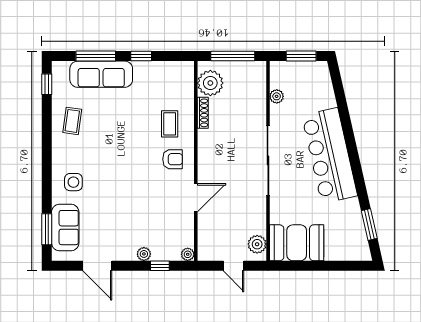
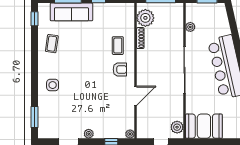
sofa: (65, 228) -> (47, 116), removed
plant: (144, 254) -> (89, 134), moved

